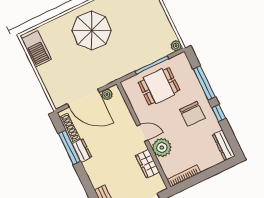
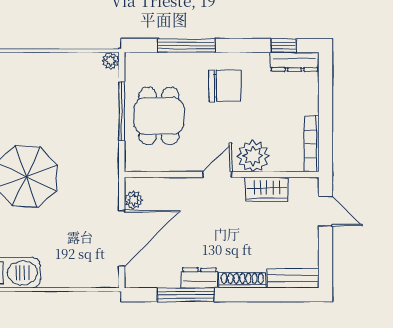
window: (219, 113) -> (284, 45), moved
shoe rack: (69, 128) -> (242, 280), moved

